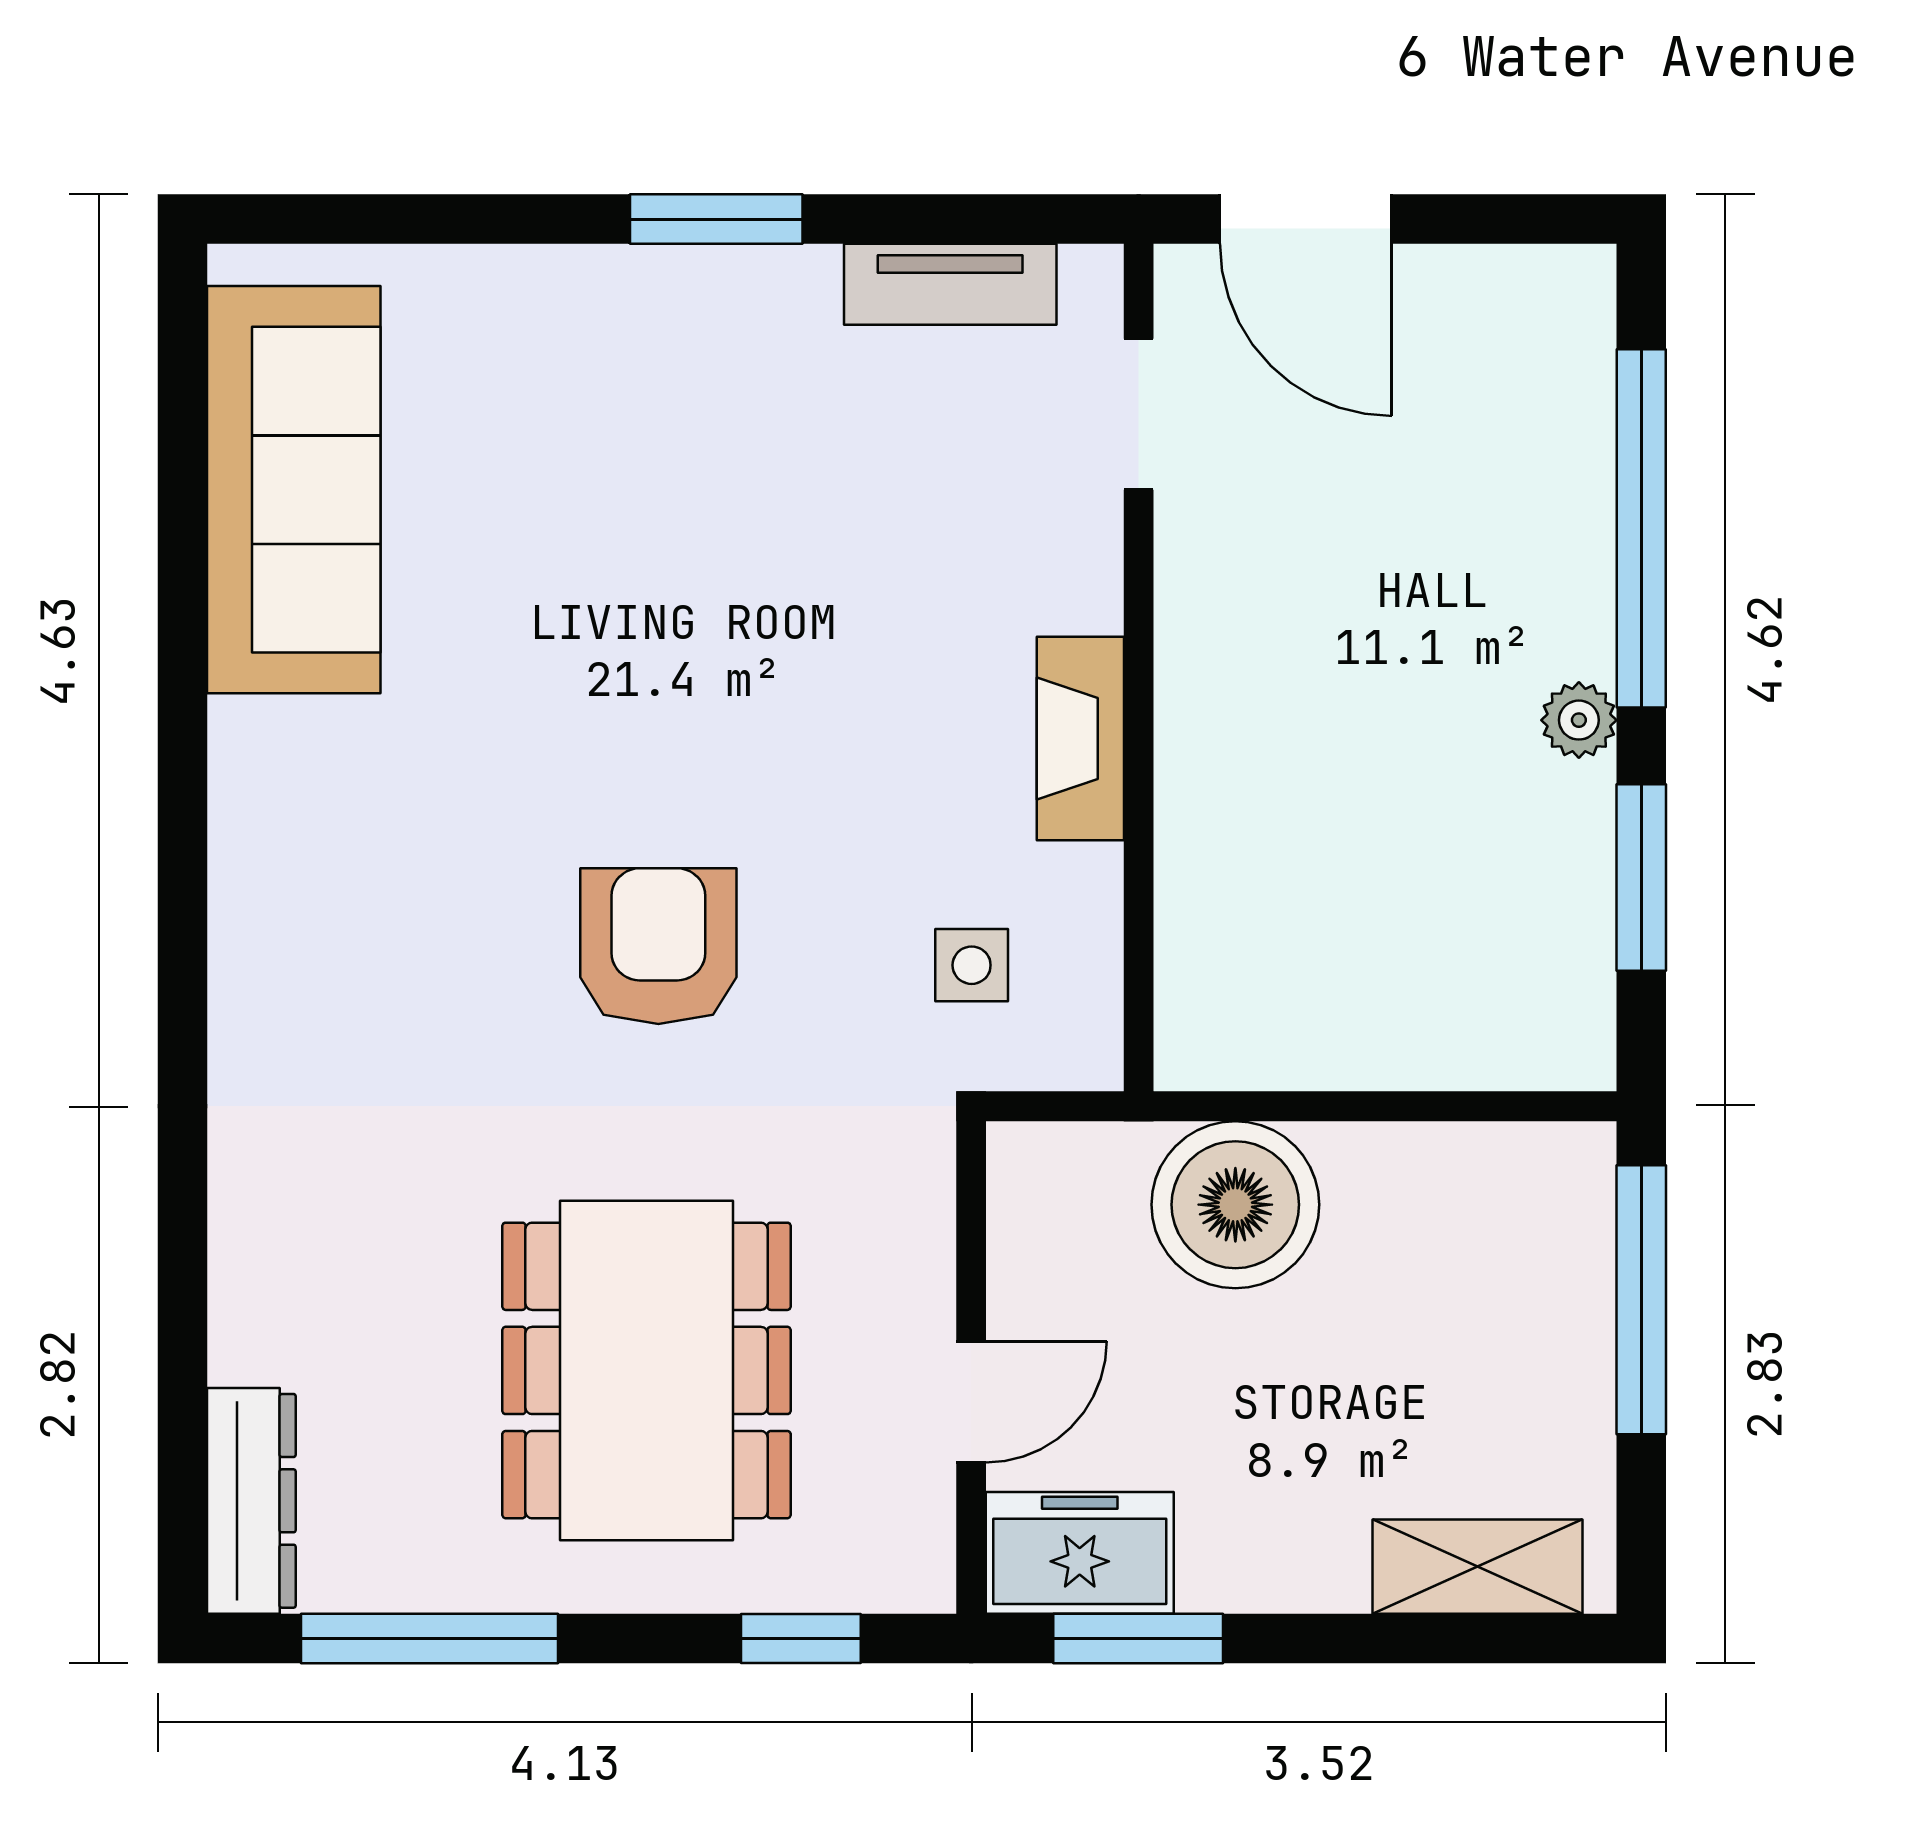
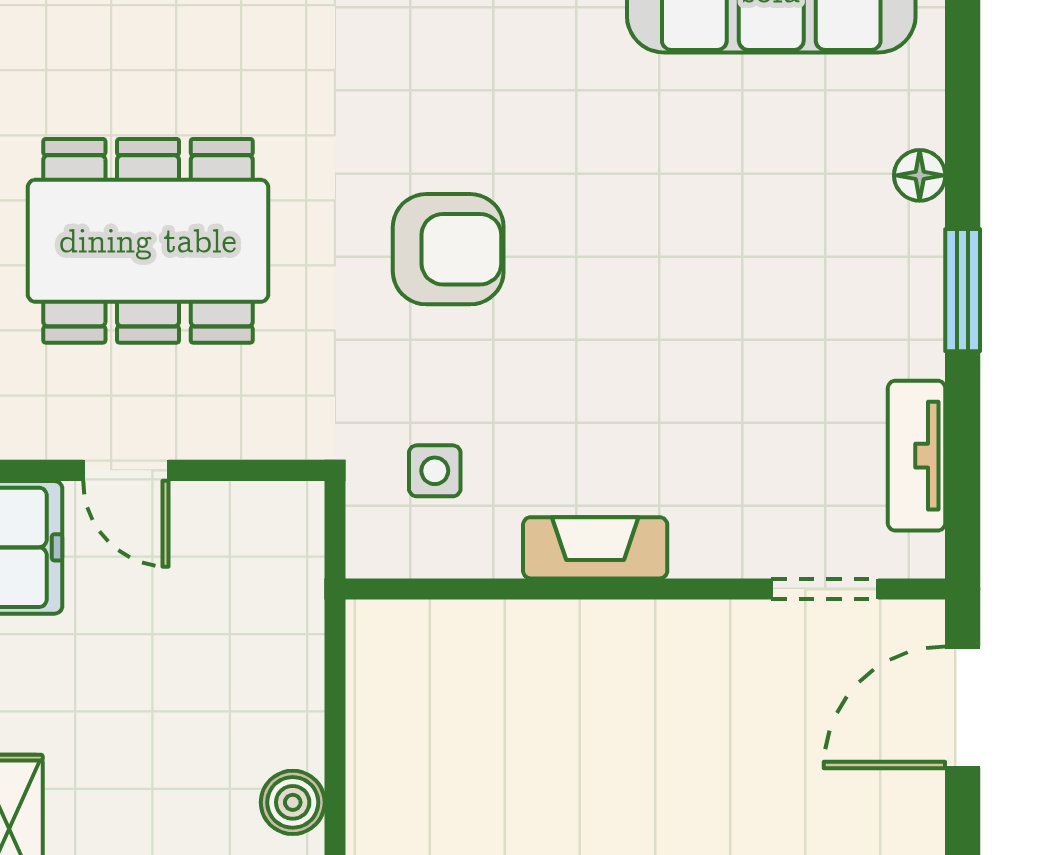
floor lamp: (554, 280) -> (920, 175), added
boiler: (1235, 1205) -> (293, 802), moved, width x0.54, depth x0.54

